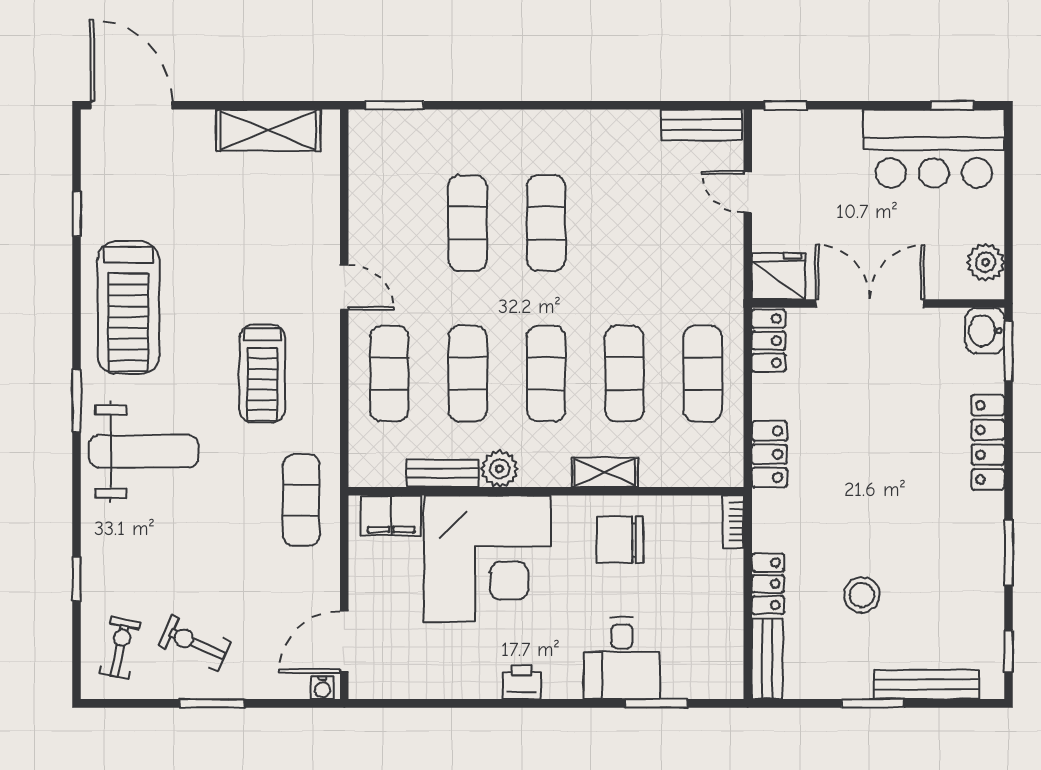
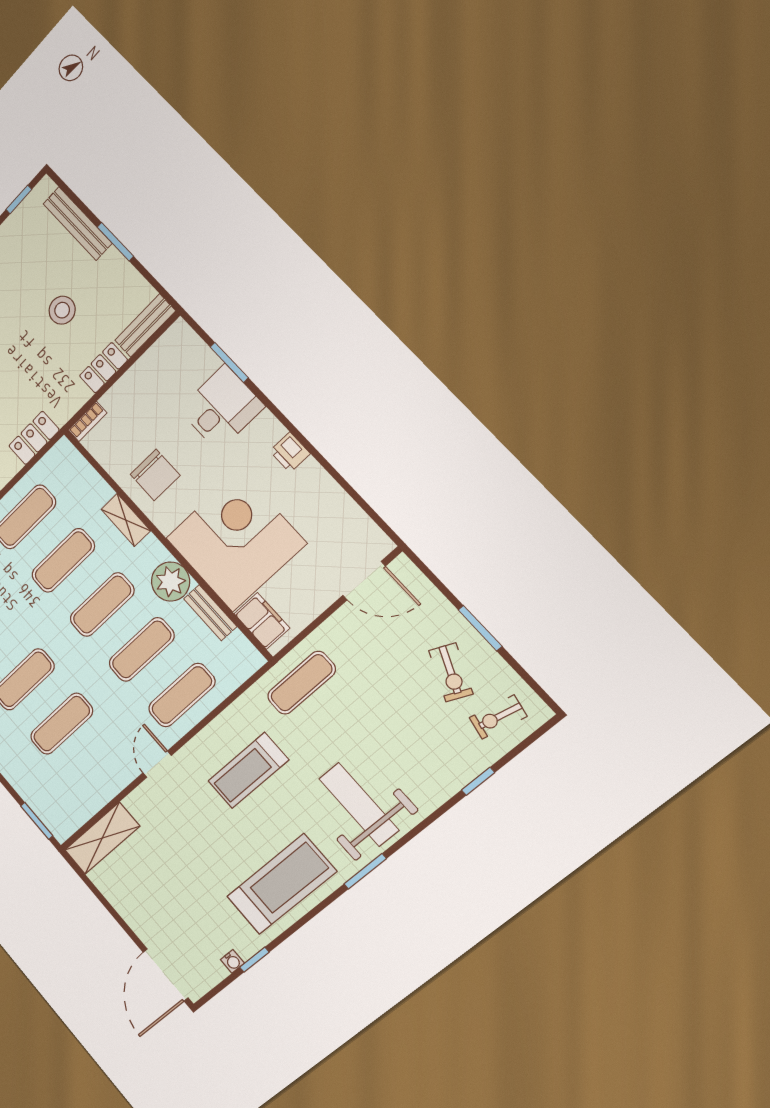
shelving: (268, 130) -> (102, 838), moved, turned 90
treadmill: (262, 374) -> (248, 771), turned 180
plant: (500, 469) -> (171, 582), width x1.36, depth x1.36
water cooler: (323, 688) -> (232, 961), moved, turned 90

